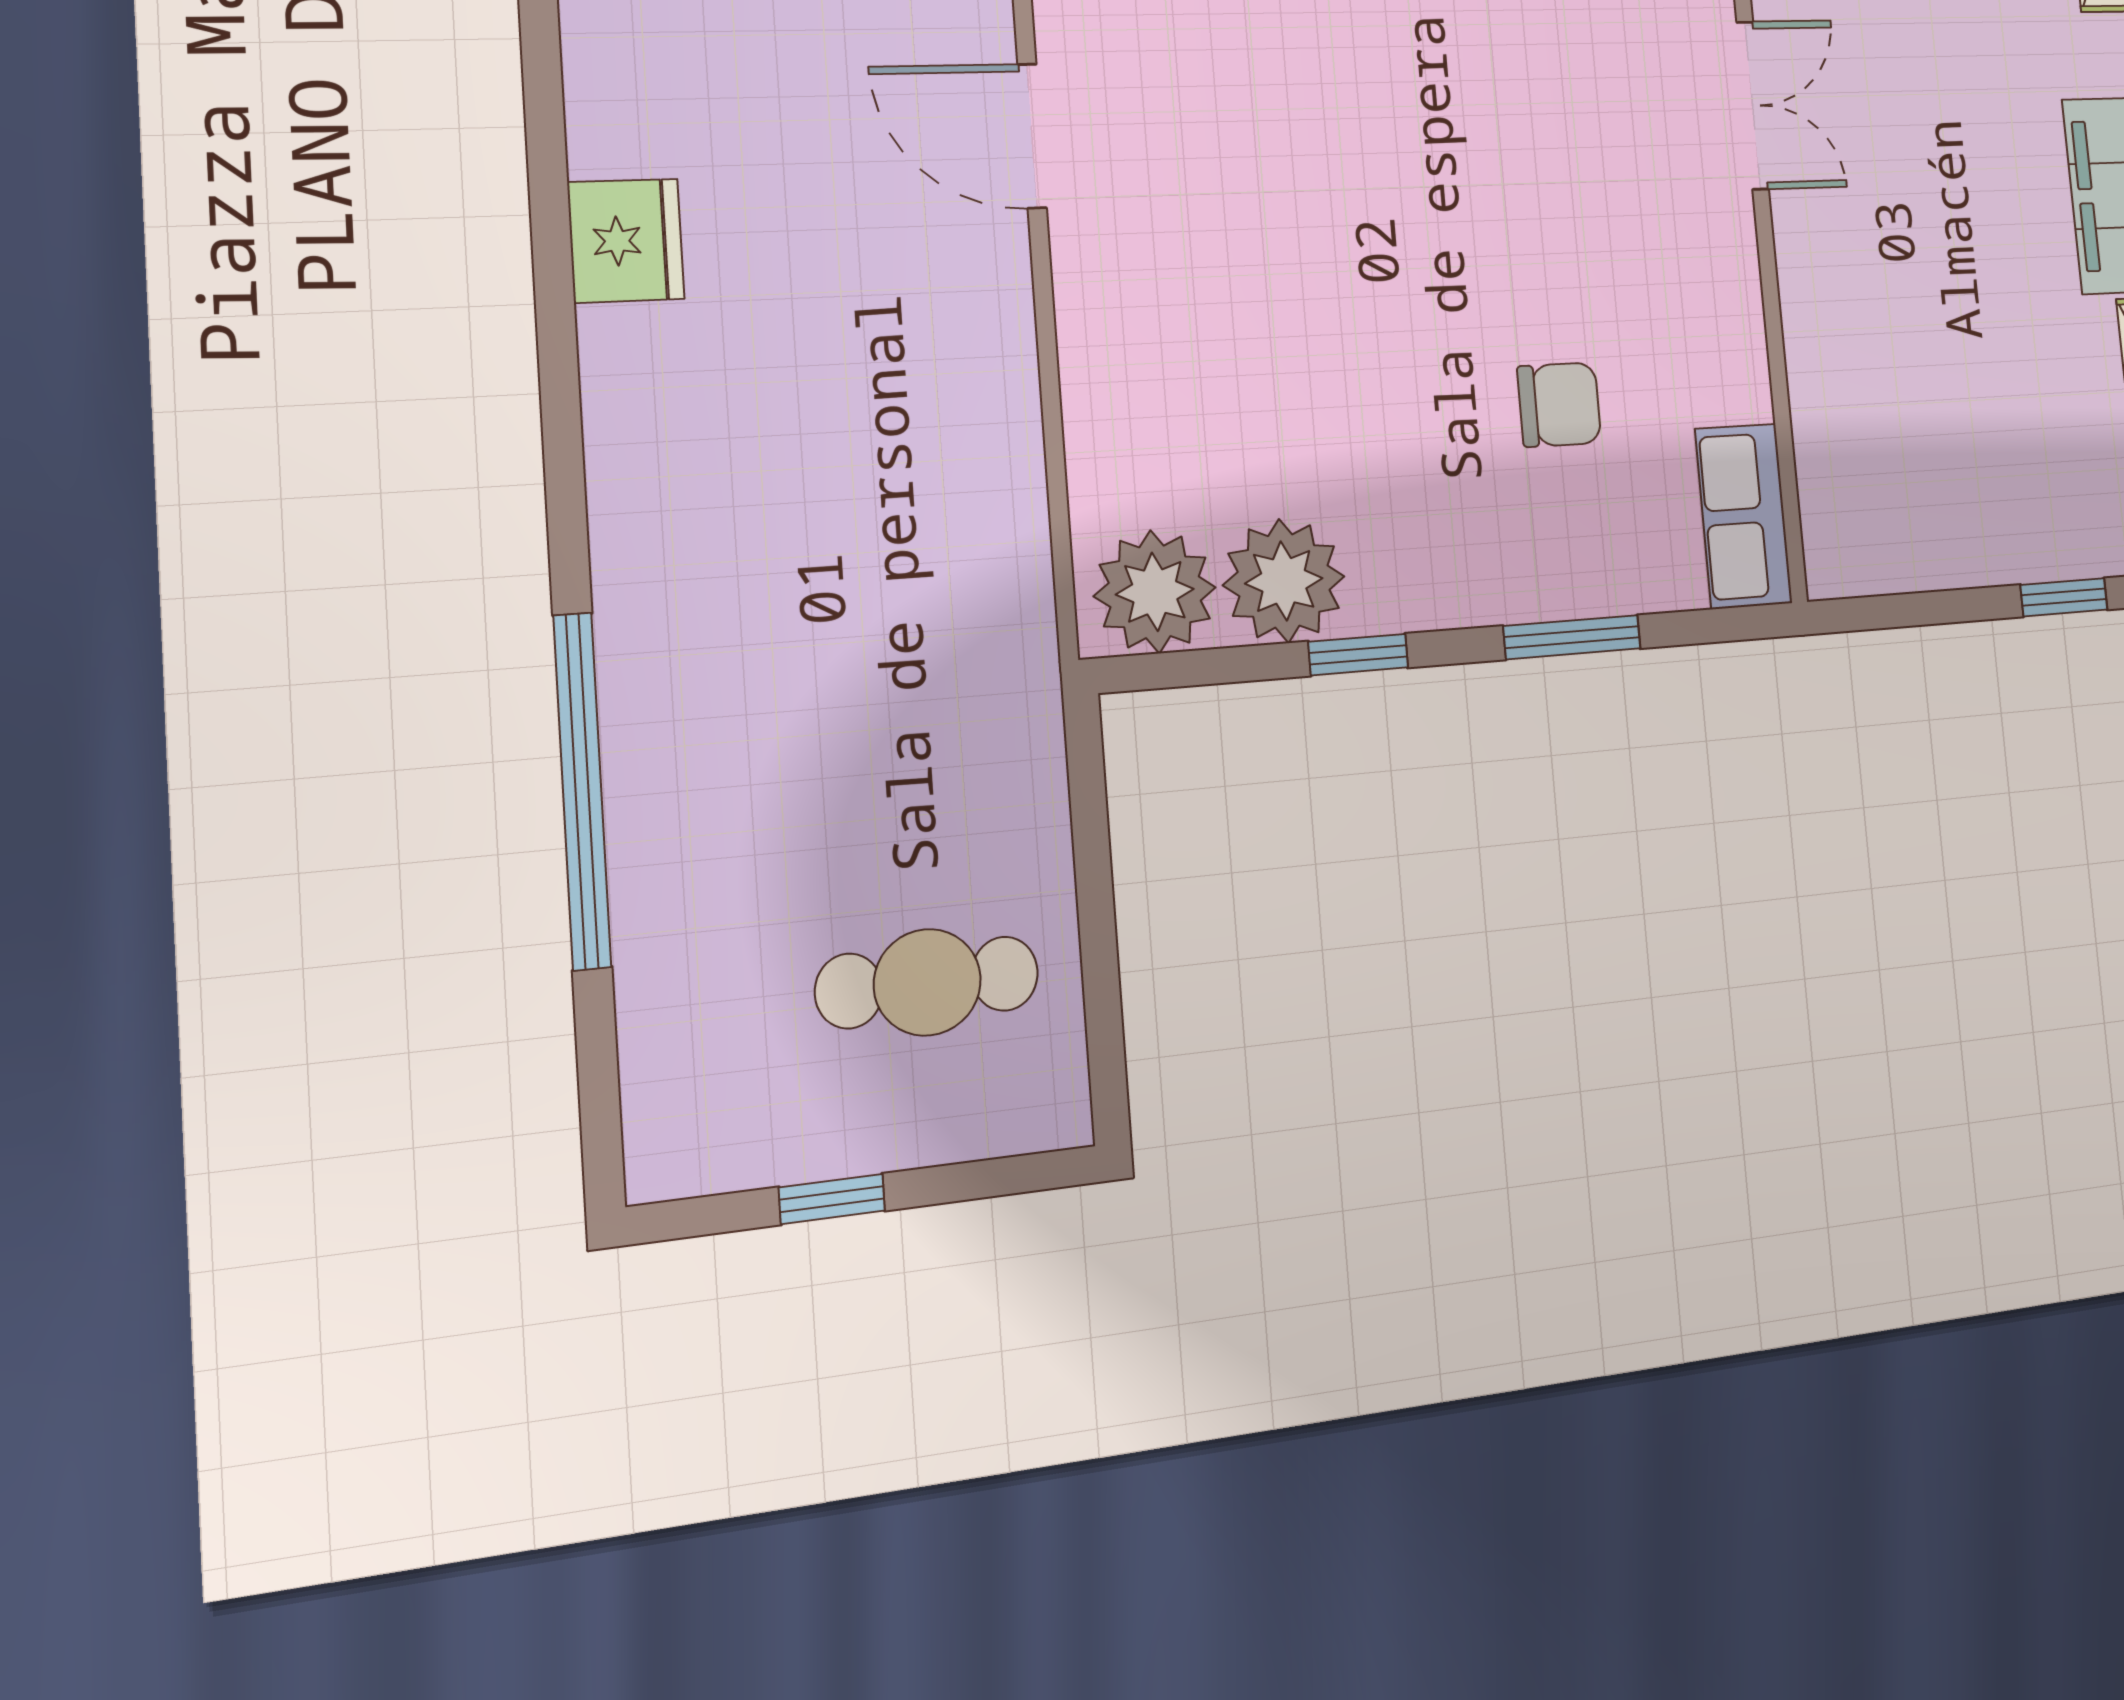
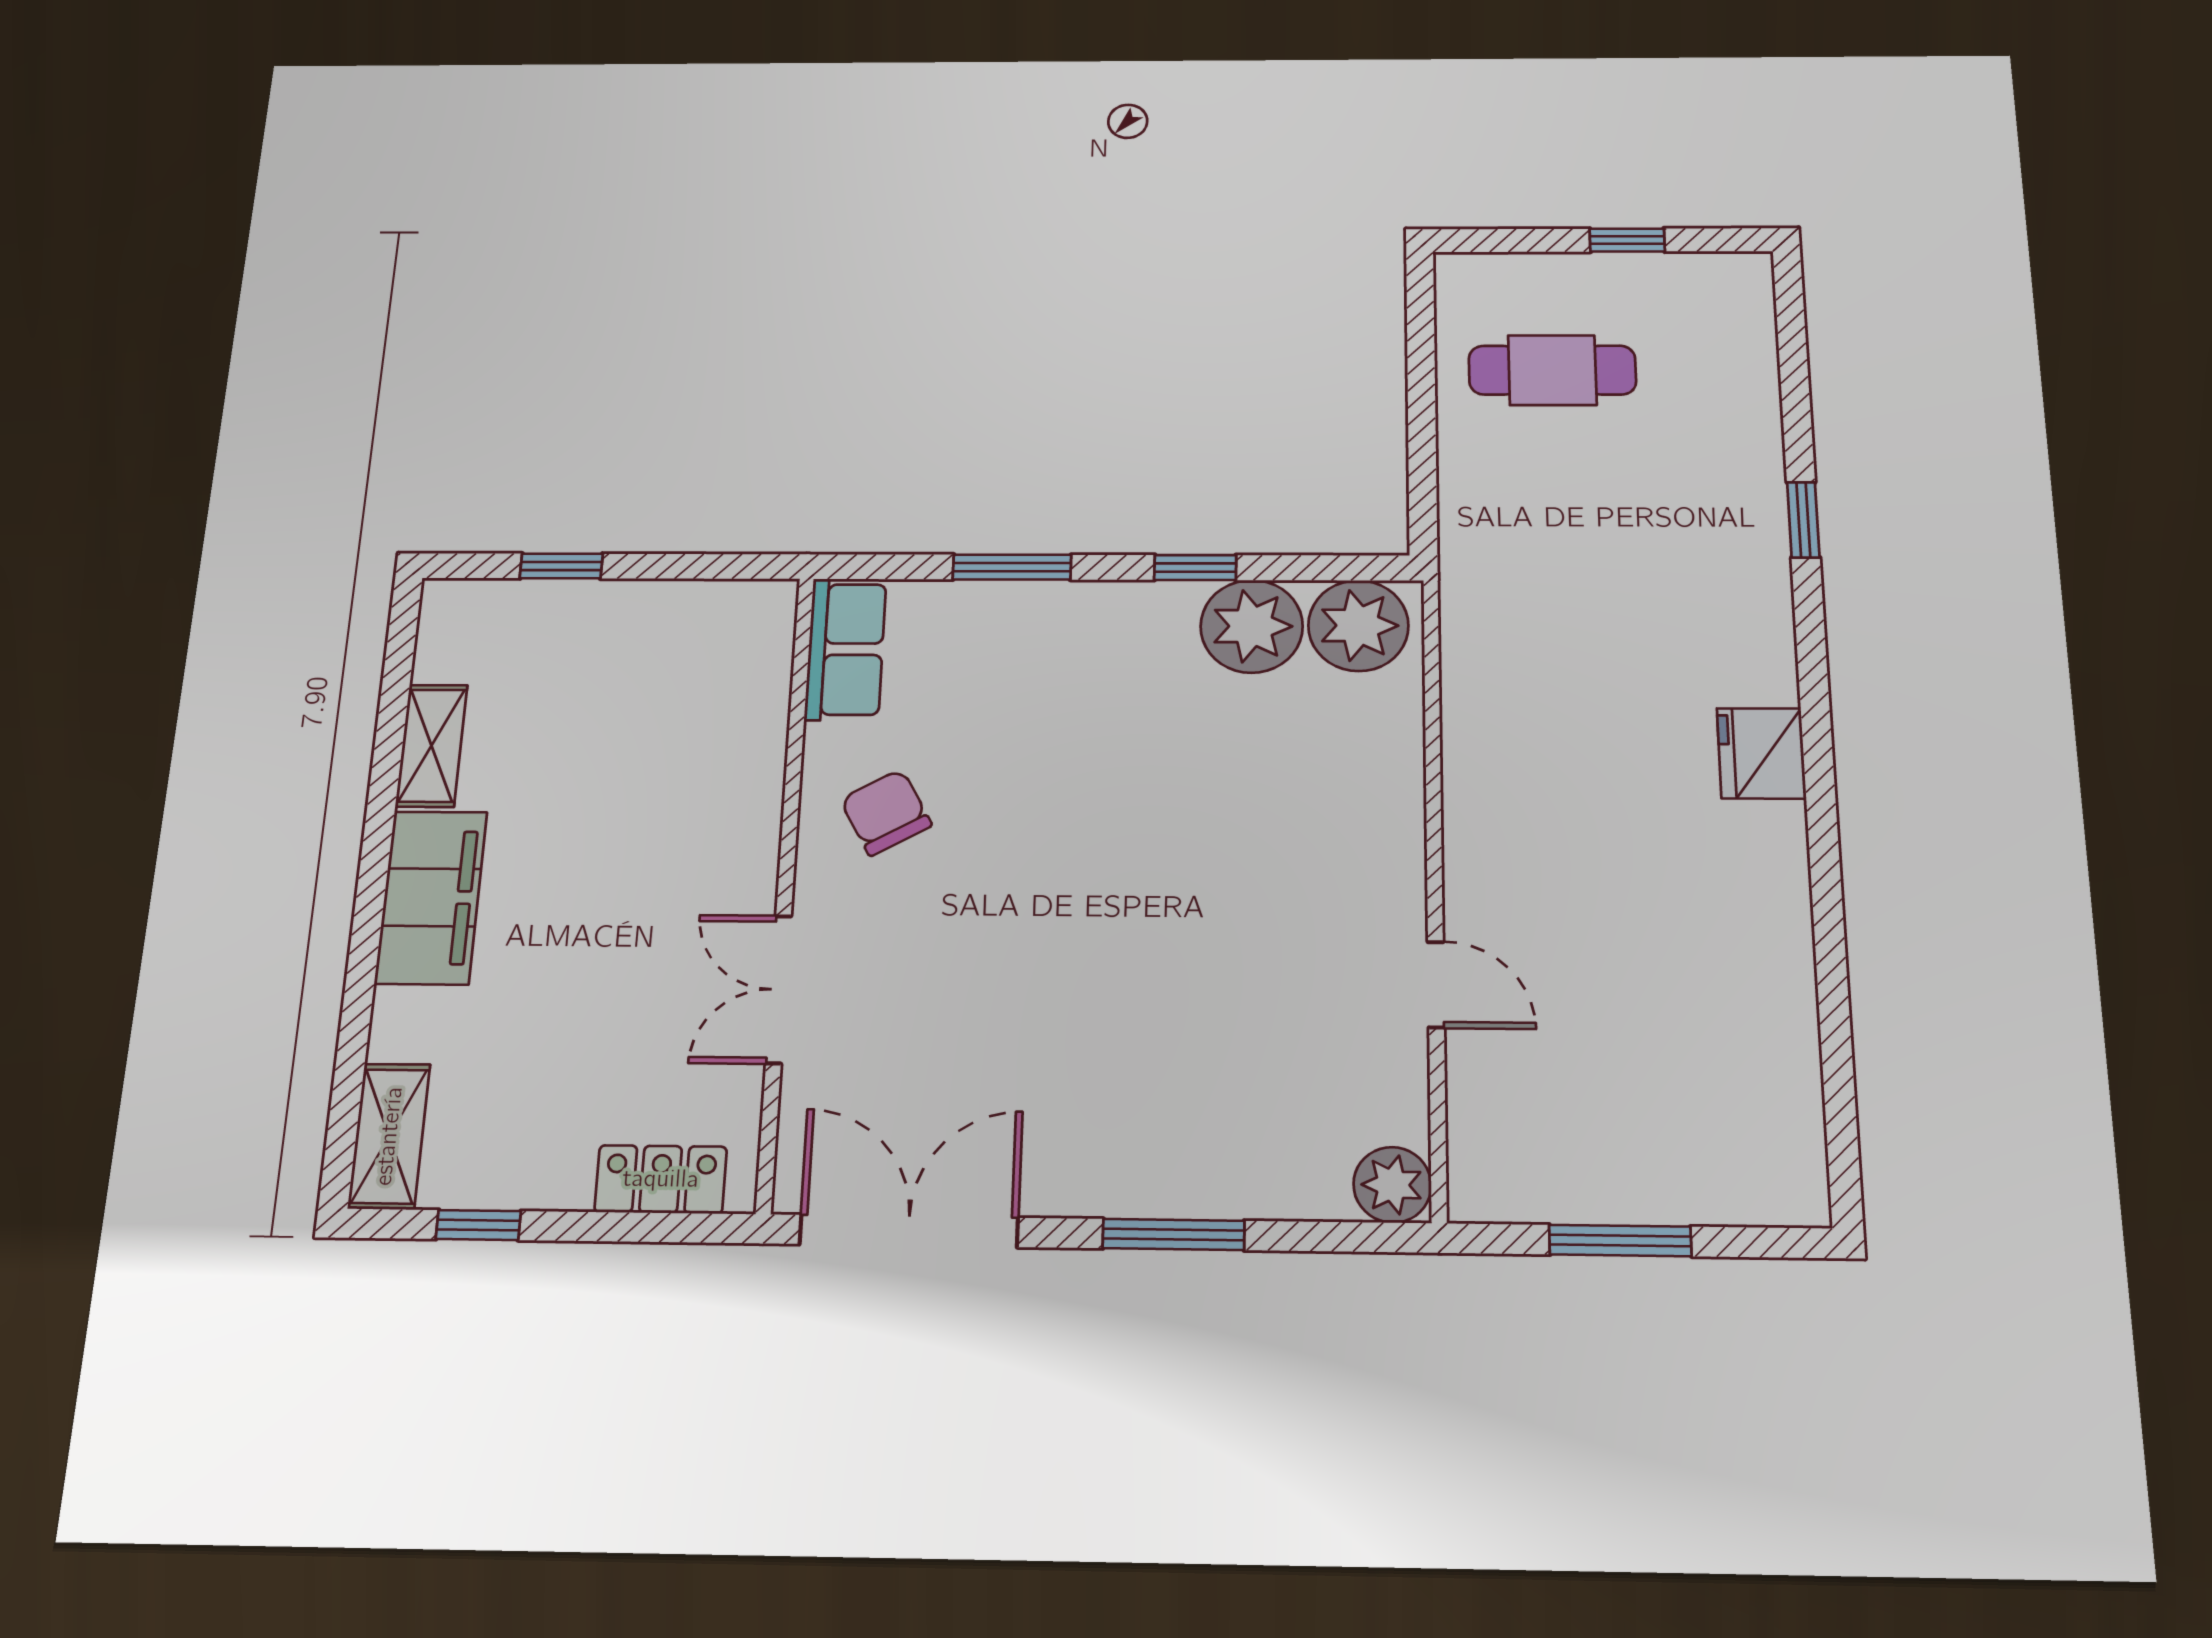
door: (1032, 136) -> (1436, 985), width x0.73
fridge: (626, 241) -> (1761, 753), moved
chair: (1559, 405) -> (886, 812), moved, turned 61
window: (582, 791) -> (1803, 520), width x0.32

